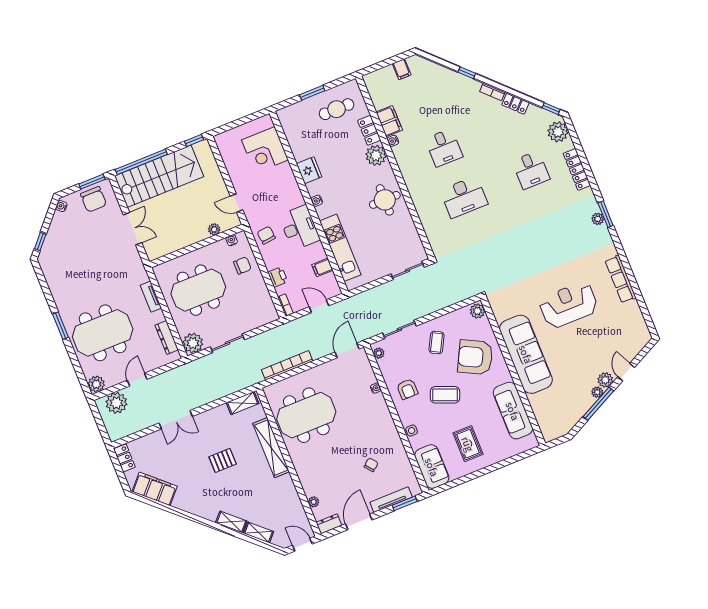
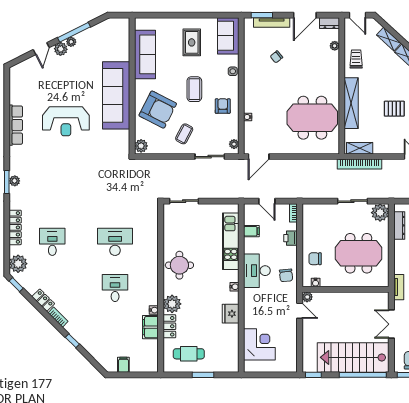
plant: (214, 229) -> (307, 297), moved
tv unit: (151, 297) -> (399, 287), moved
bookcase: (287, 365) -> (360, 164), moved
coffee table: (445, 395) -> (194, 89), turned 68
trolley: (285, 497) -> (356, 59), added

